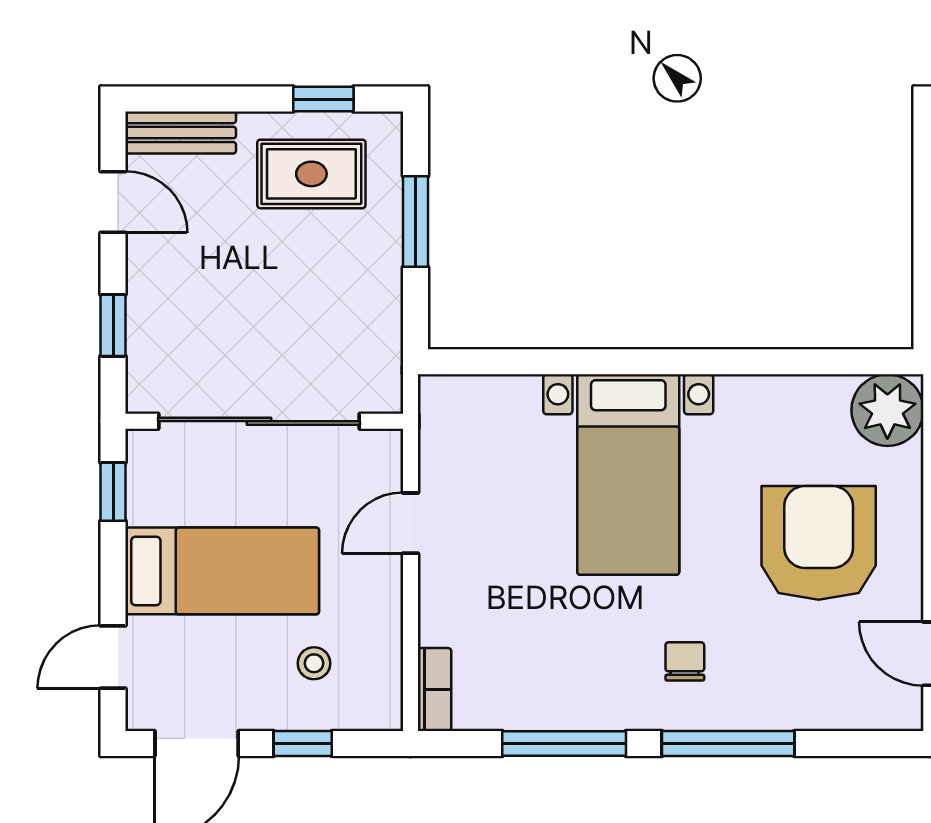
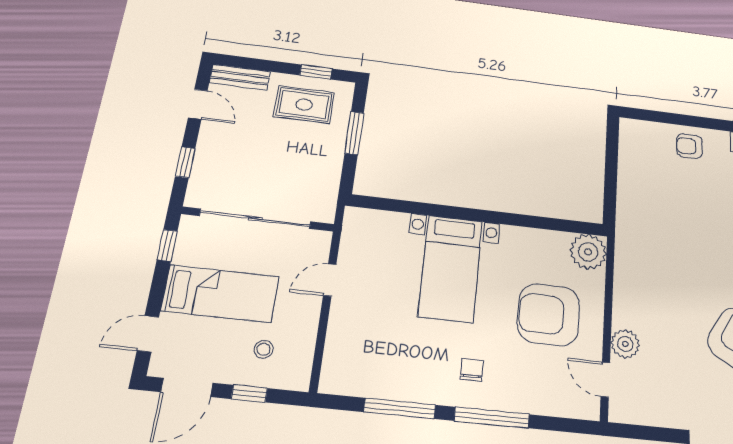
armchair: (819, 543) -> (549, 315), turned -90
bookcase: (435, 689) -> (330, 371), removed

